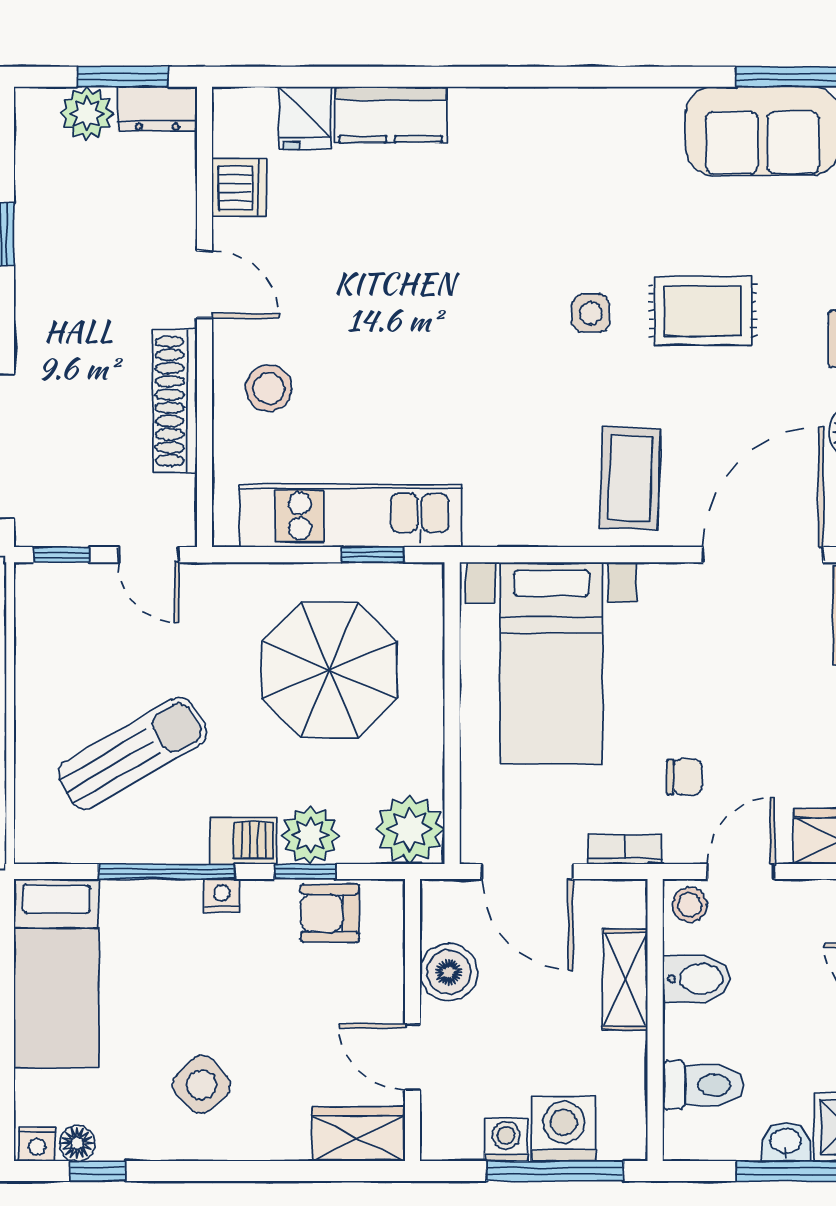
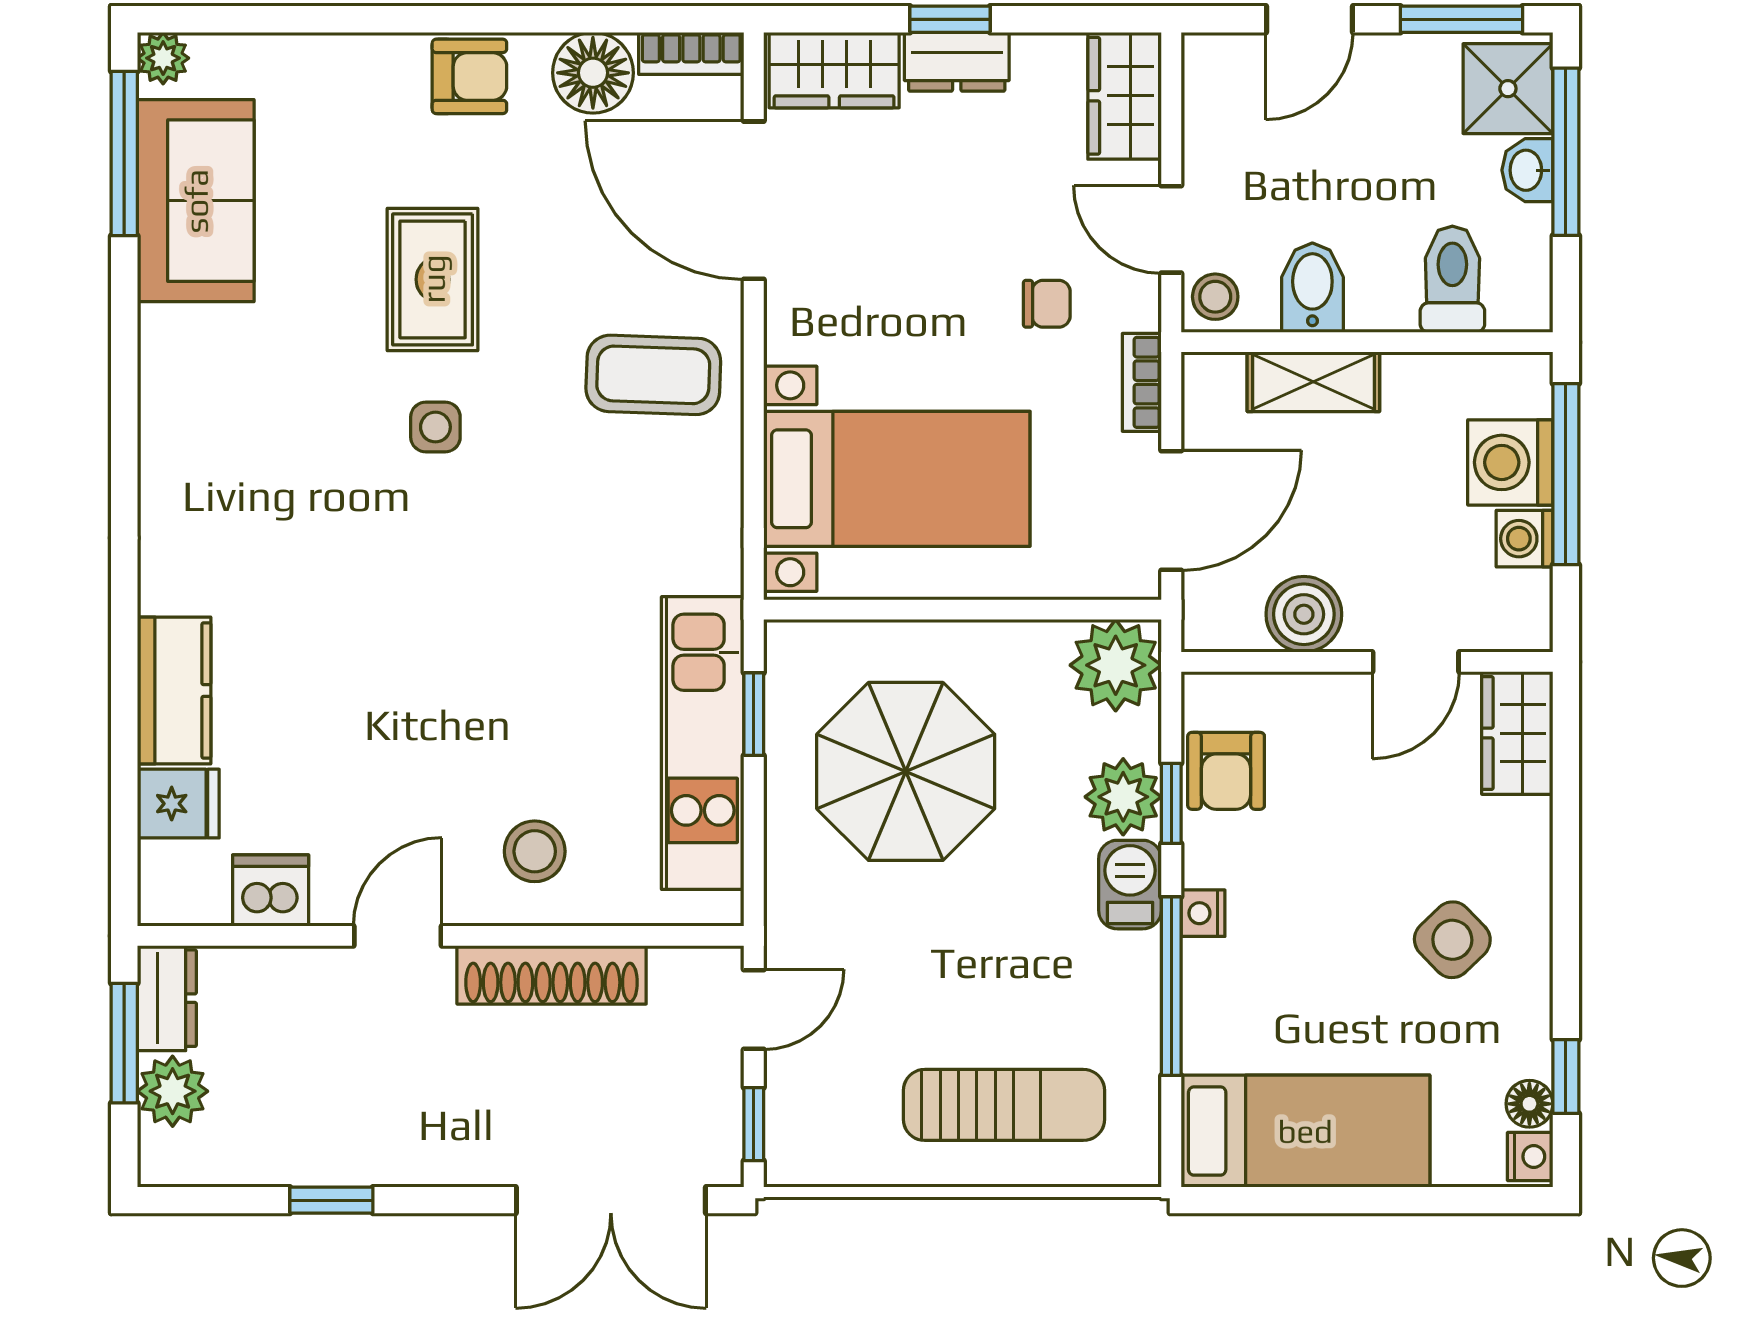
sun lounger: (132, 753) -> (1004, 1105), moved, turned 120
chair: (684, 777) -> (1047, 304), turned 90

